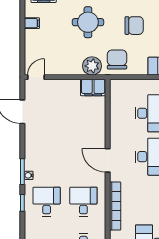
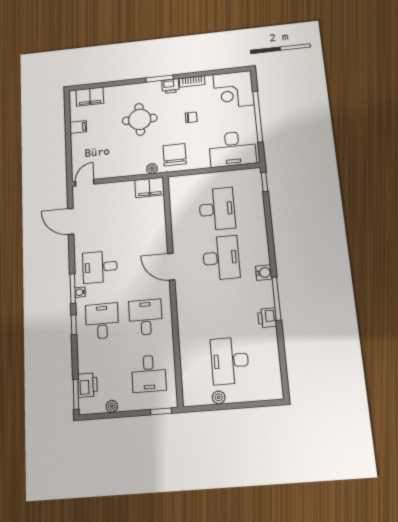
chair: (134, 26) -> (191, 117), width x0.54, depth x0.54
plant: (92, 66) -> (152, 169), width x0.53, depth x0.53
desk: (47, 155) -> (100, 267), added
bookcase: (115, 206) -> (184, 319), removed

